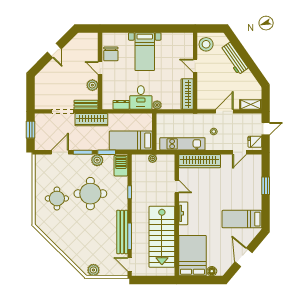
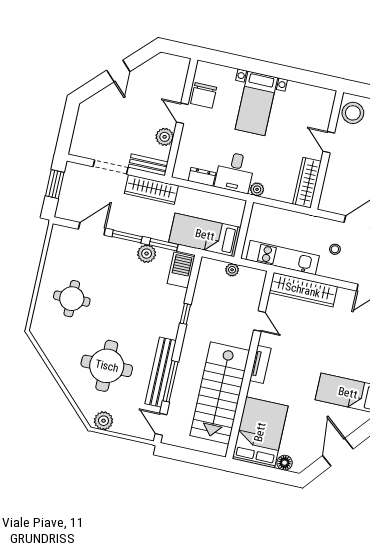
round table: (90, 194) -> (107, 366), moved

